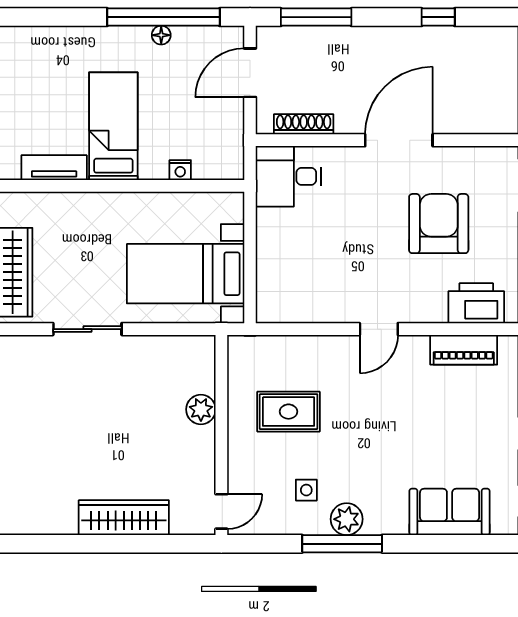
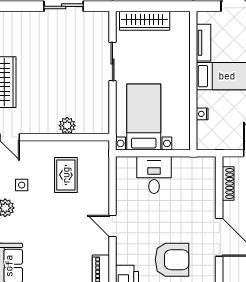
desk: (289, 176) -> (154, 175), moved

